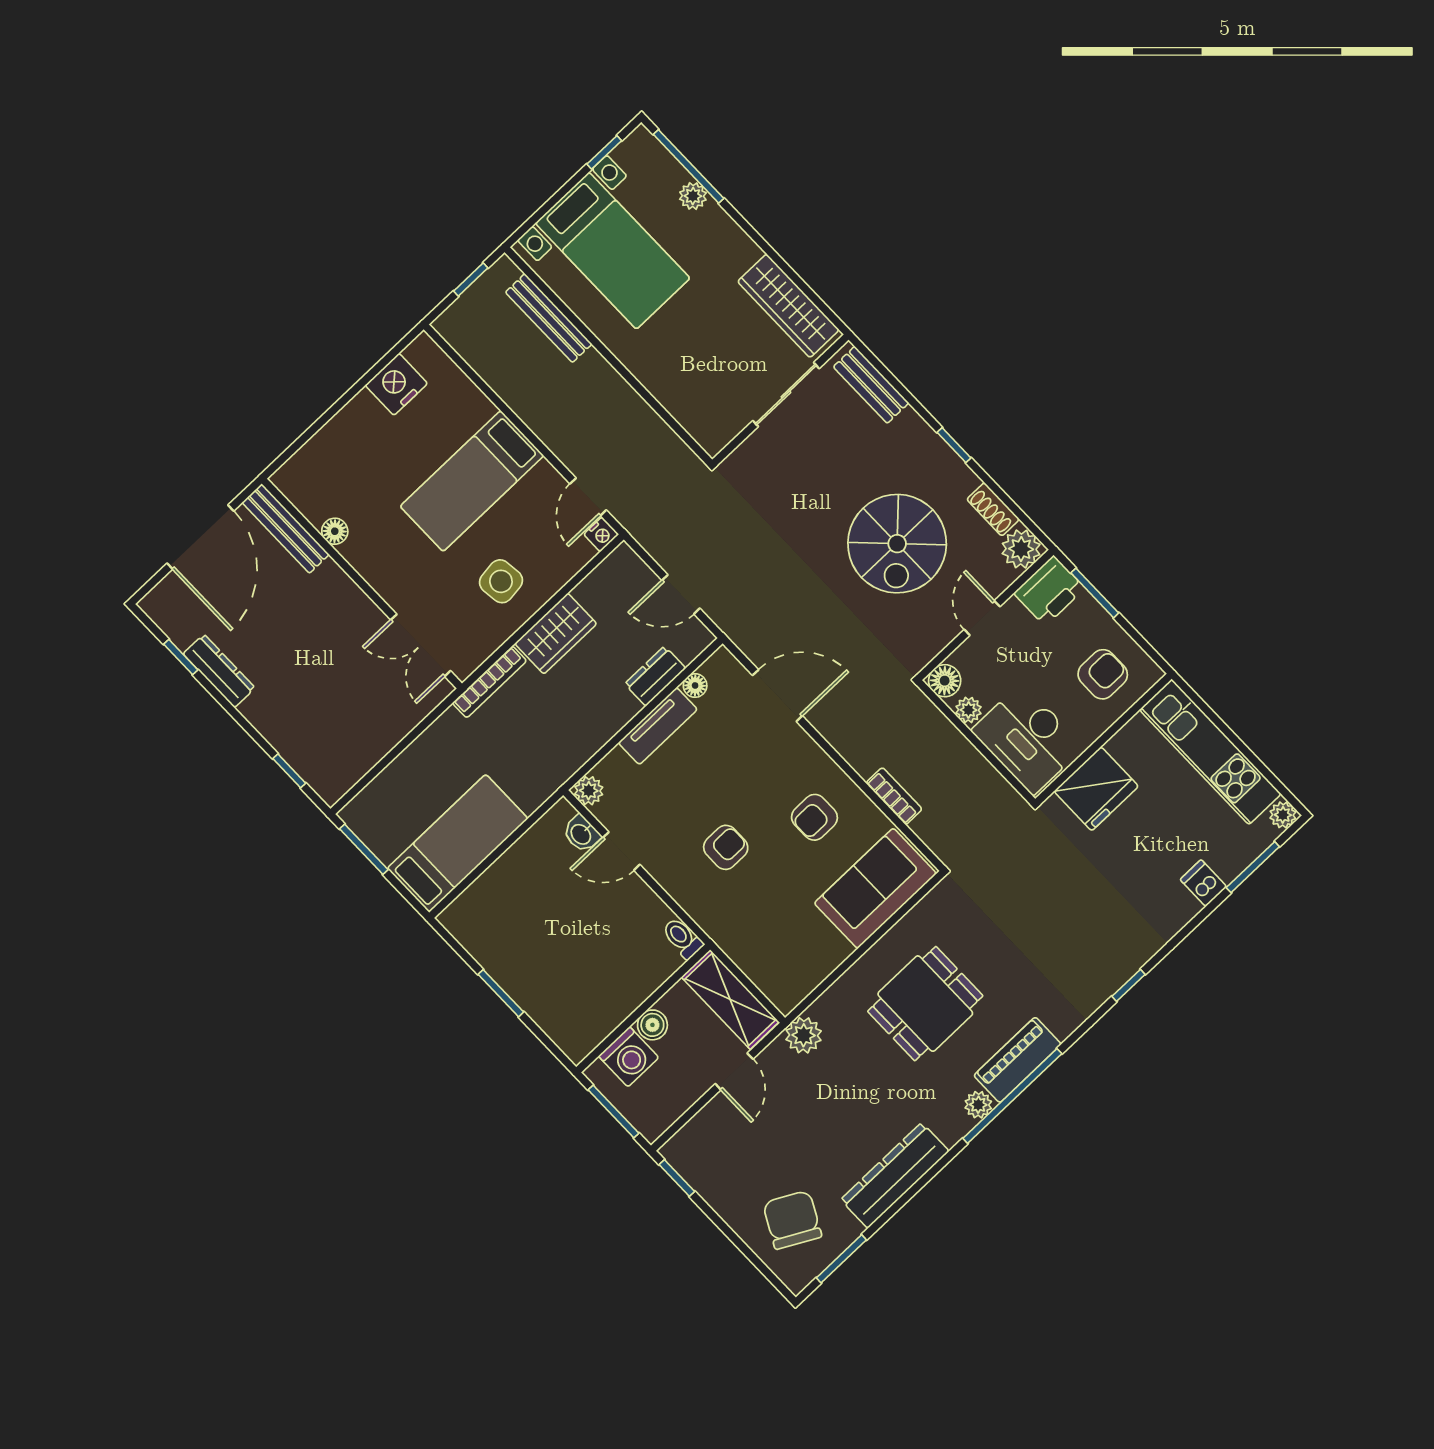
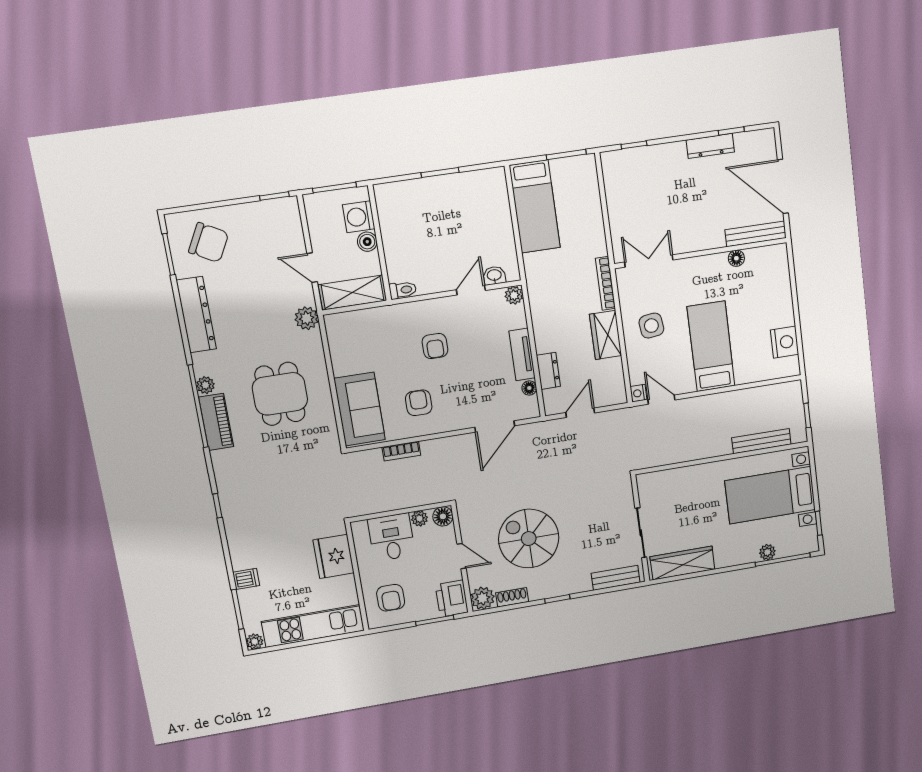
desk: (1028, 739) -> (391, 537), width x0.73

